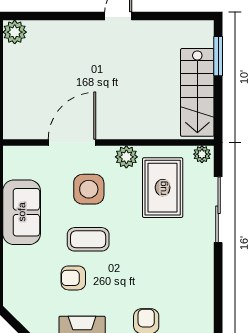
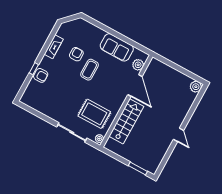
stairs: (197, 92) -> (126, 121), moved, turned 90
plant: (126, 157) -> (138, 65), moved
side table: (89, 189) -> (111, 82), removed

